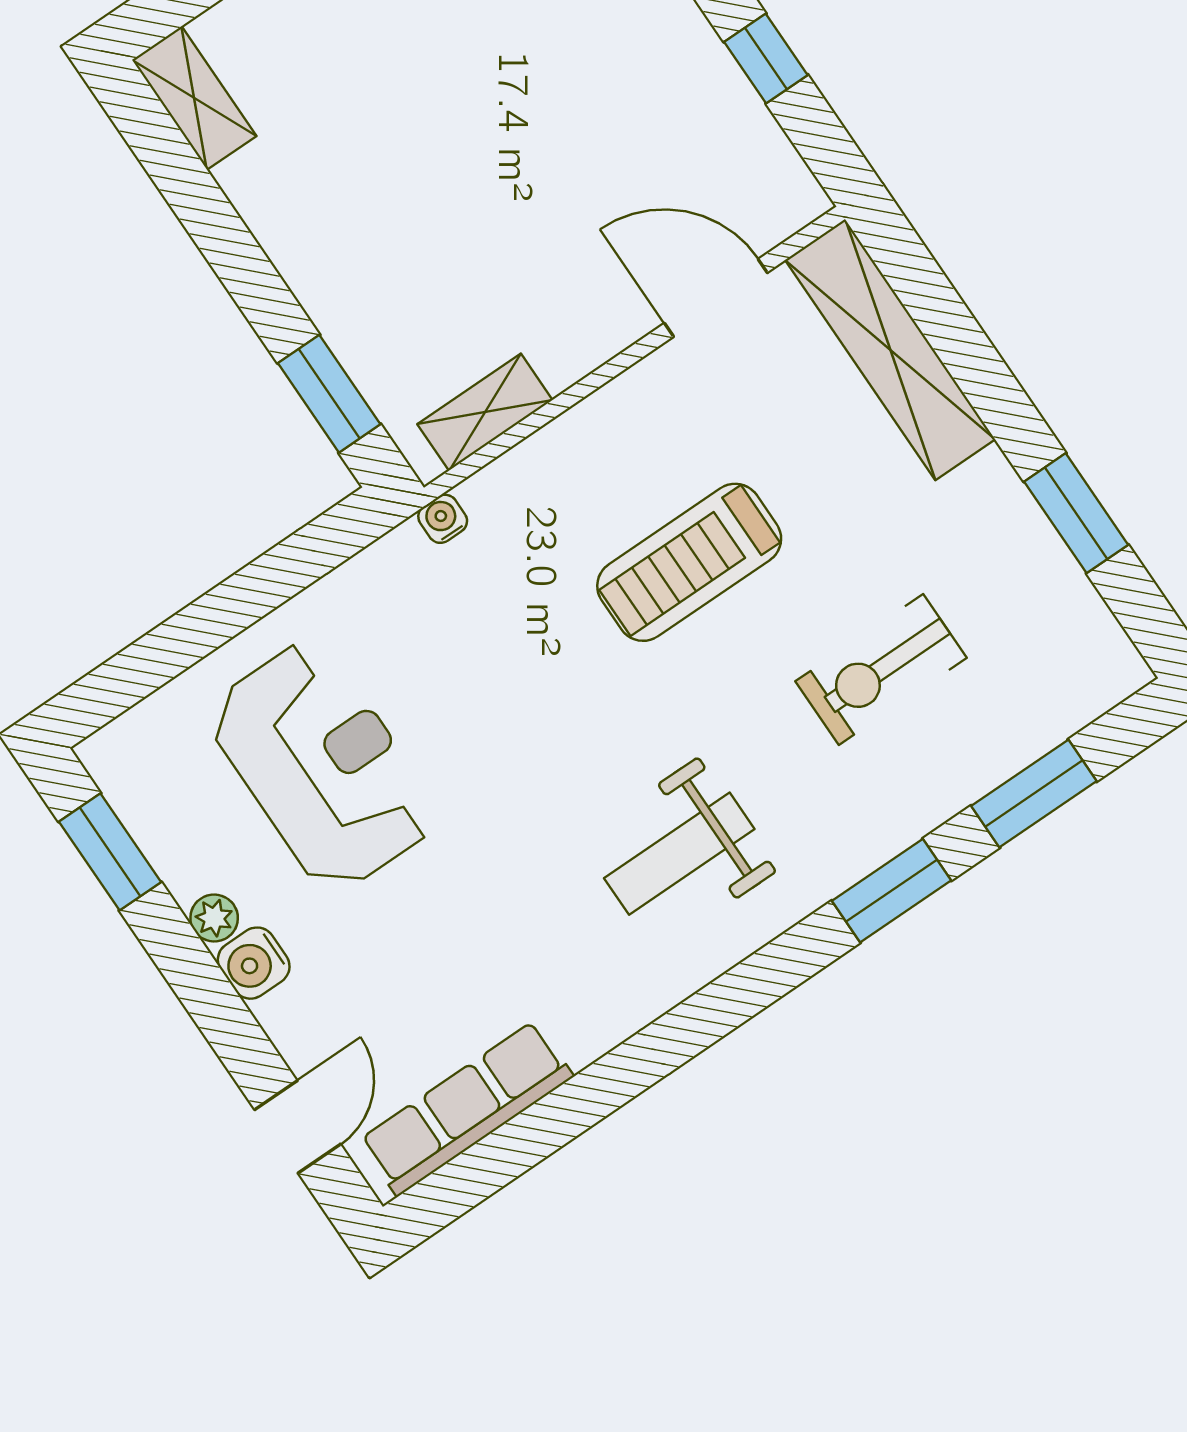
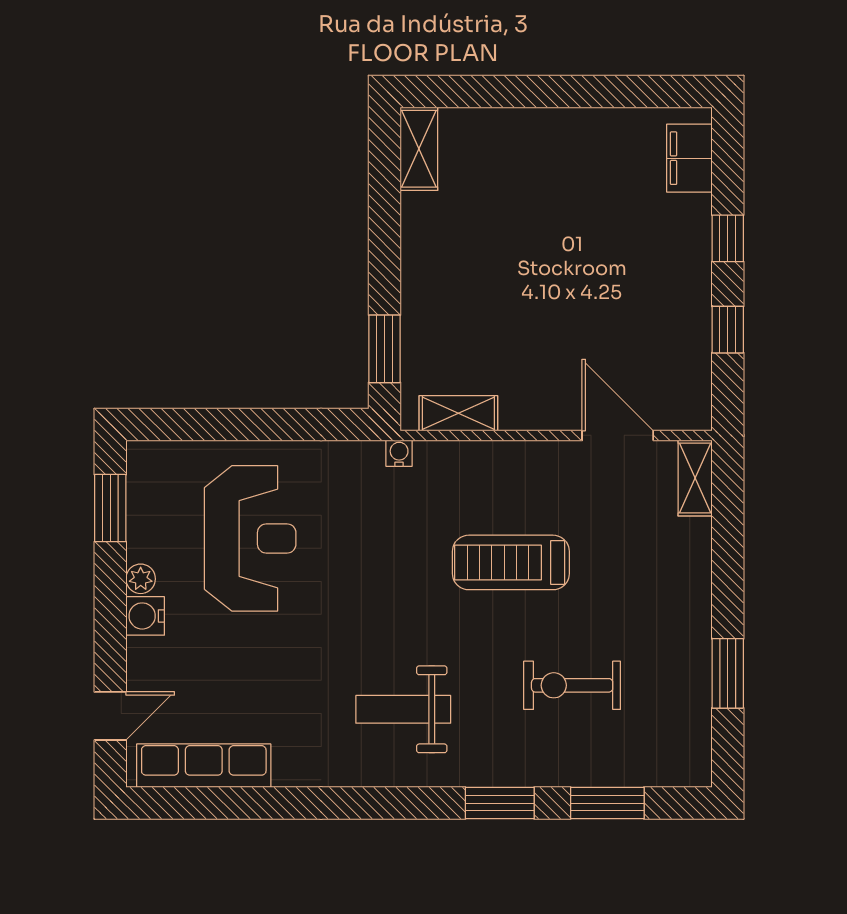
shelving: (890, 350) -> (695, 478), width x0.45, depth x0.75

